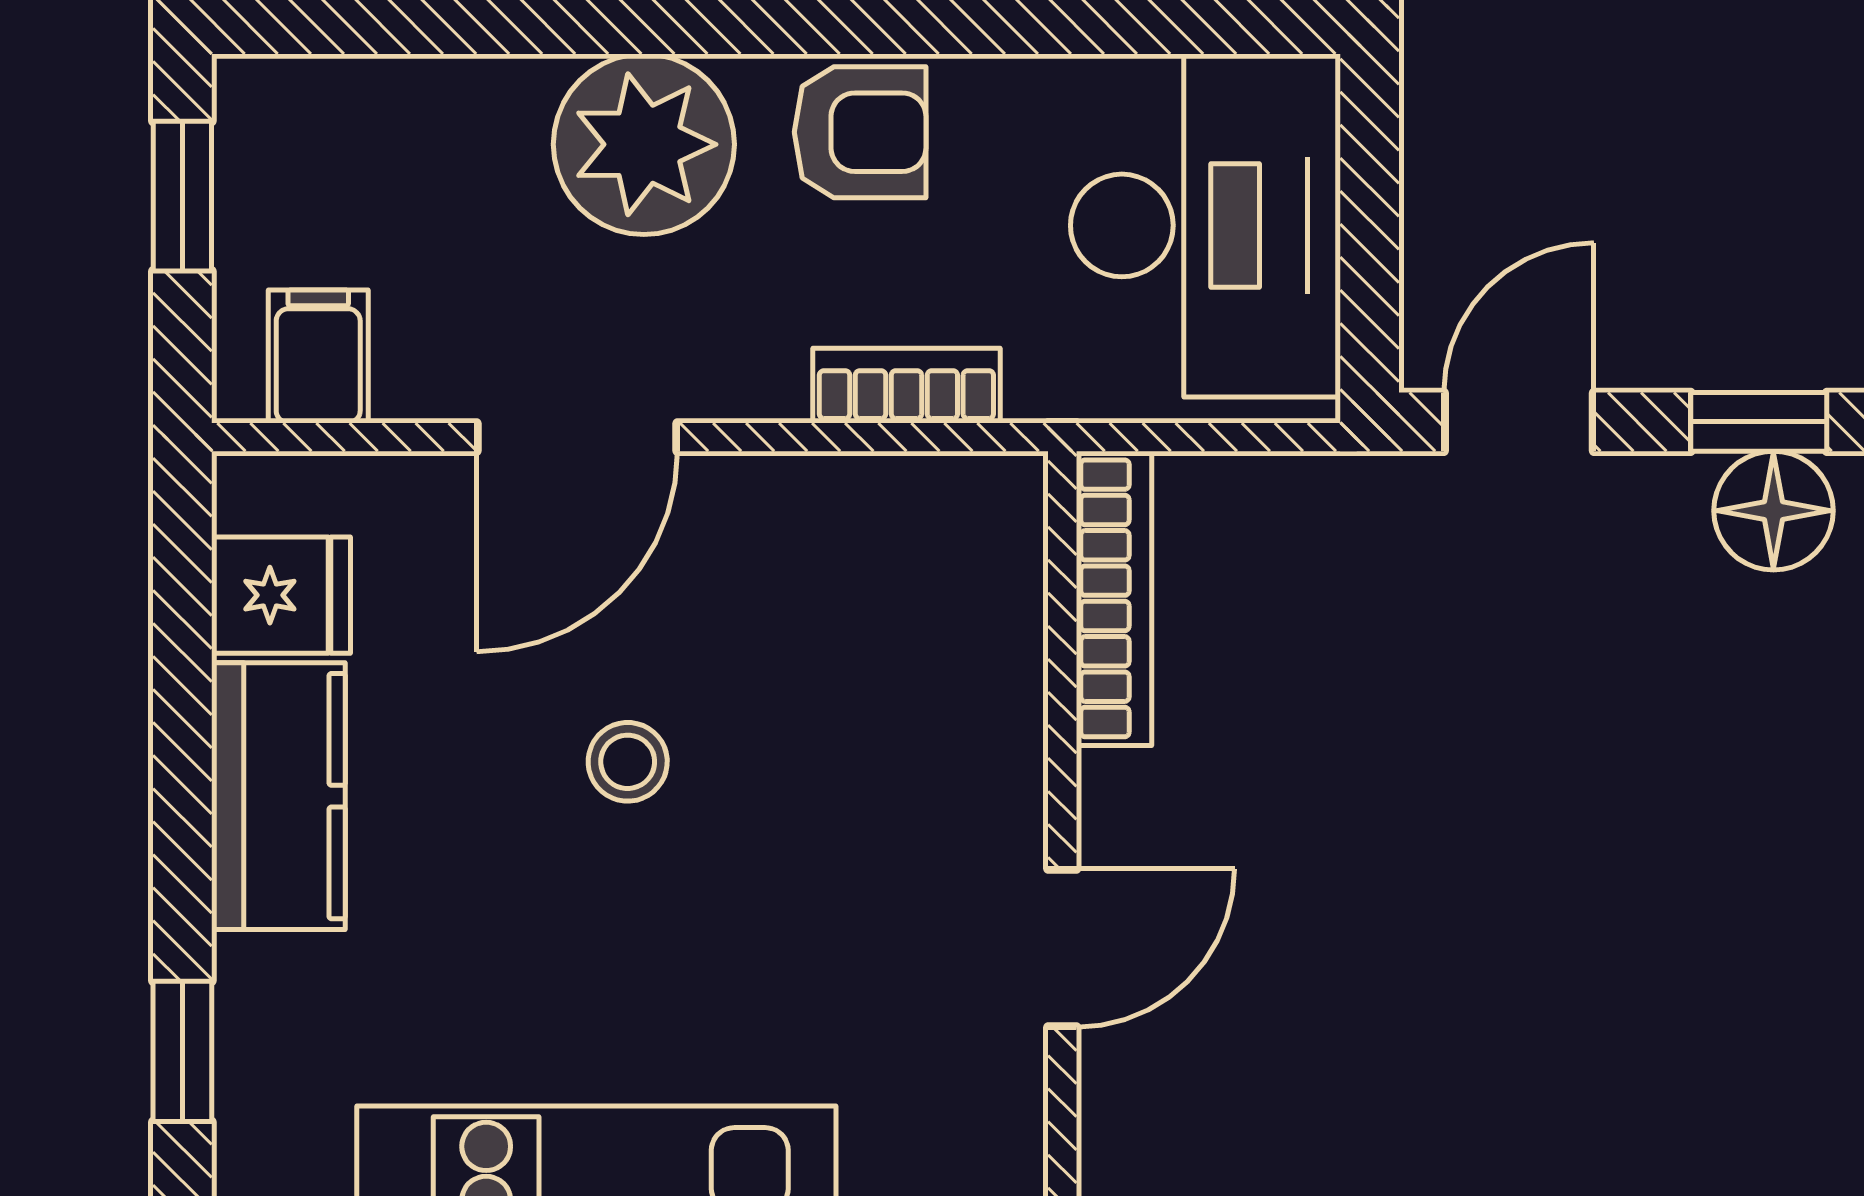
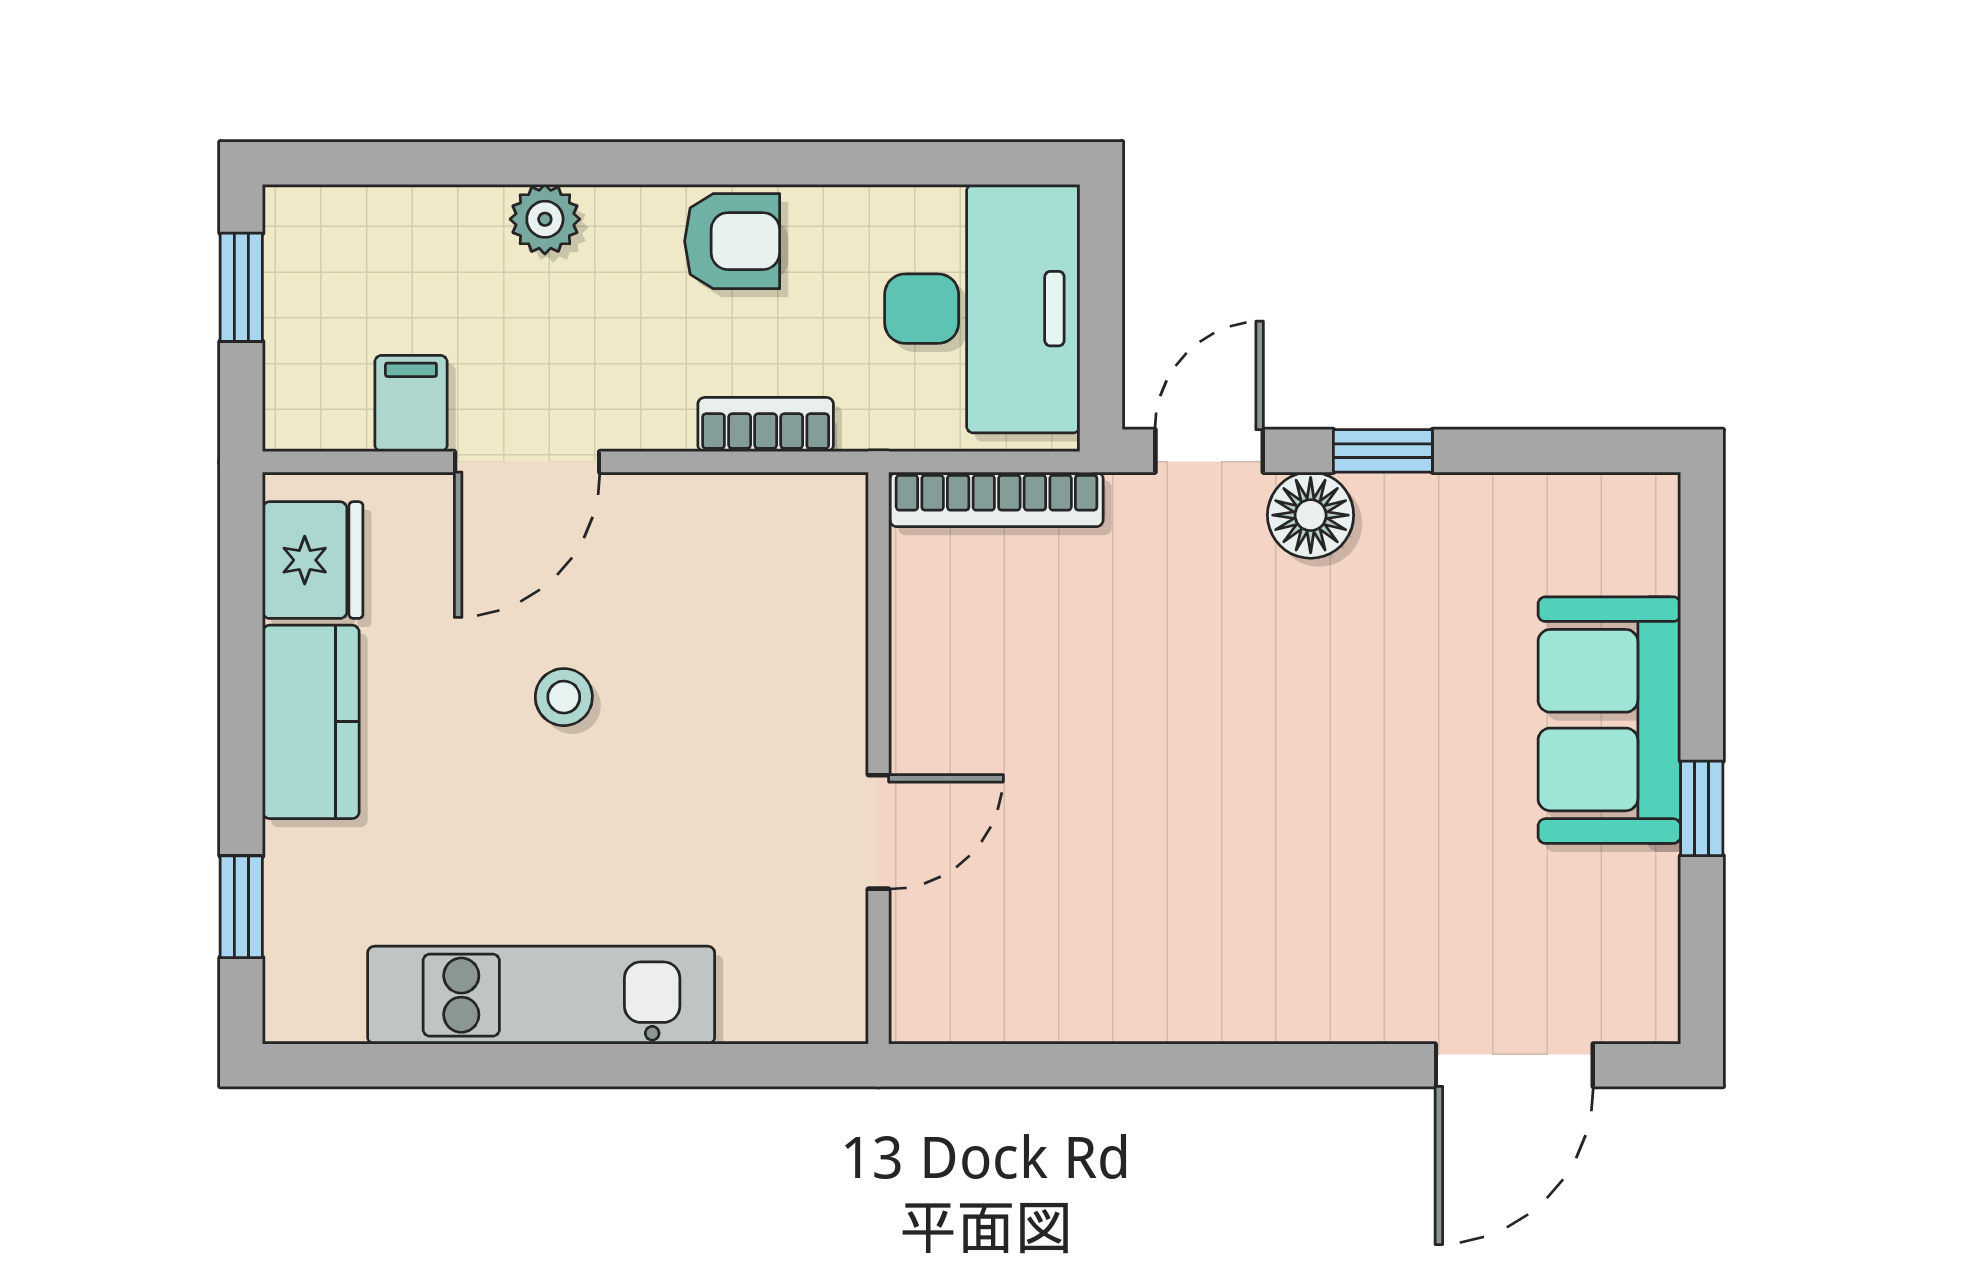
plant: (644, 144) -> (545, 219), width x0.53, depth x0.53
filing cabinet: (318, 356) -> (411, 404), moved
floor lamp: (1773, 511) -> (1311, 515), moved
fridge: (281, 595) -> (313, 560), width x1.38
bookcase: (1114, 598) -> (997, 499), moved, turned 90

